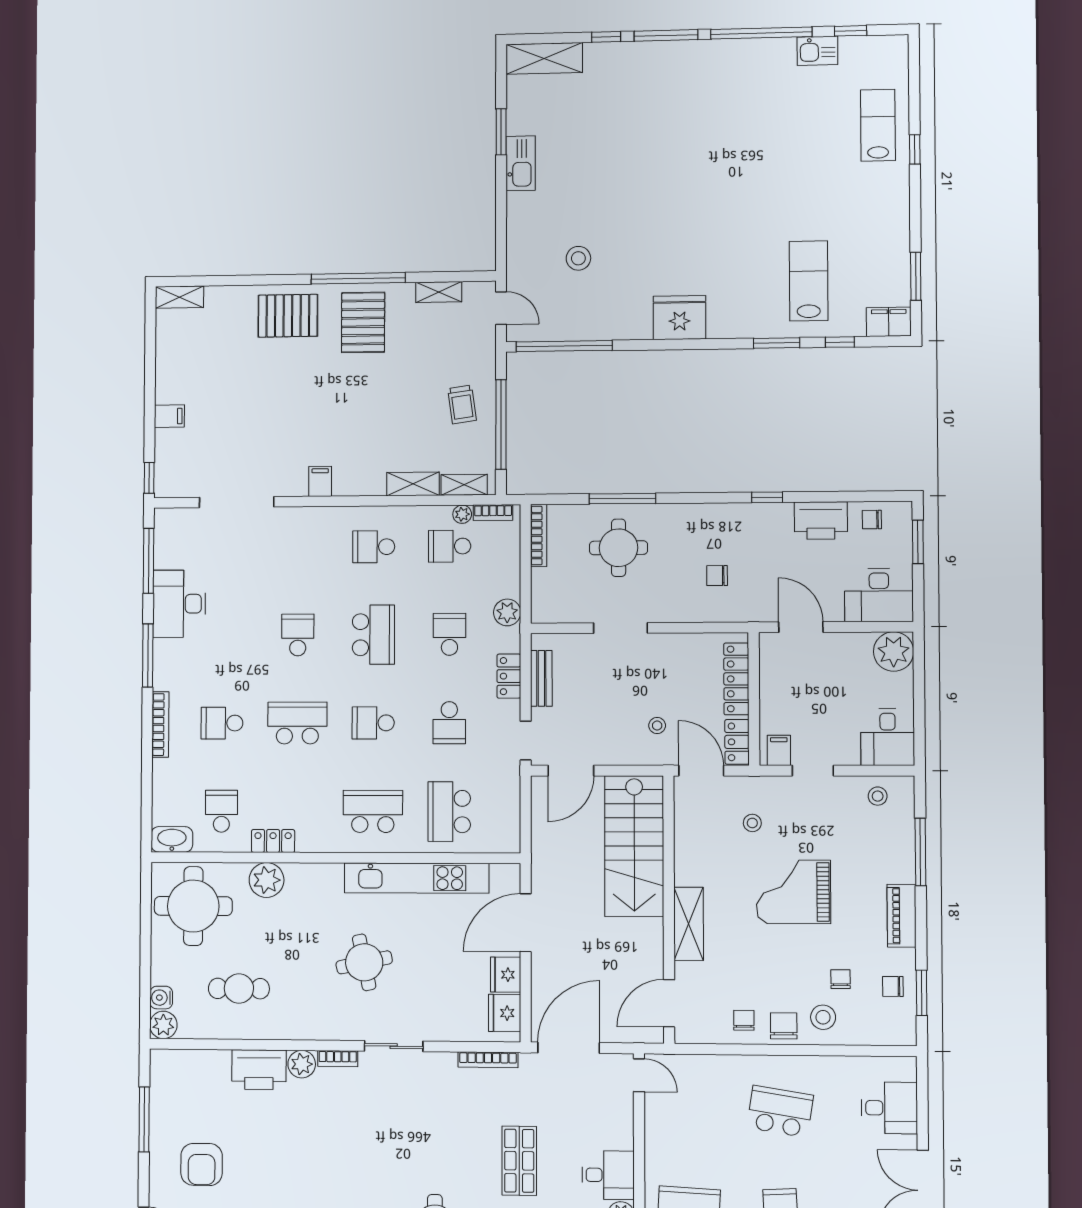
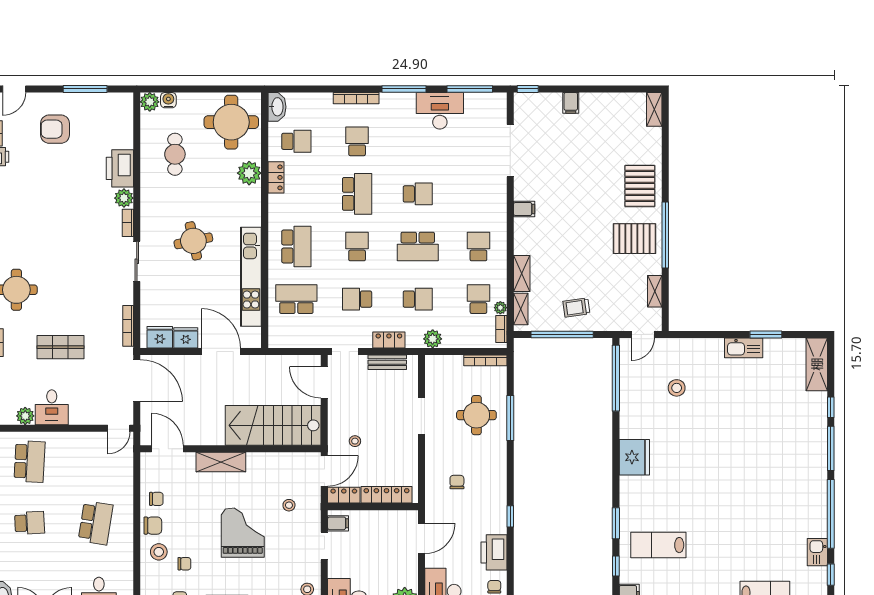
lab bench: (809, 281) -> (658, 545), turned 180

